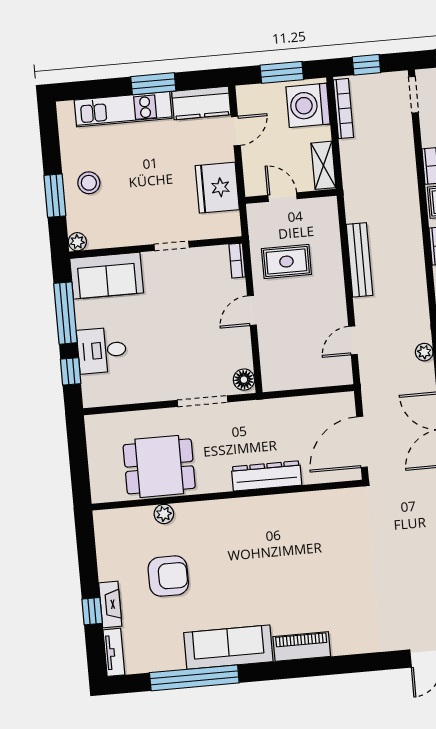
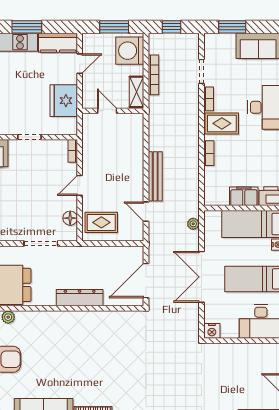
doorway: (414, 95) -> (201, 71), moved
bookcase: (343, 109) -> (153, 75), moved
bench: (360, 260) -> (155, 176), moved
rug: (286, 262) -> (101, 222), moved
door: (353, 340) -> (146, 212), hinge flipped
floor lamp: (244, 380) -> (70, 218), moved

